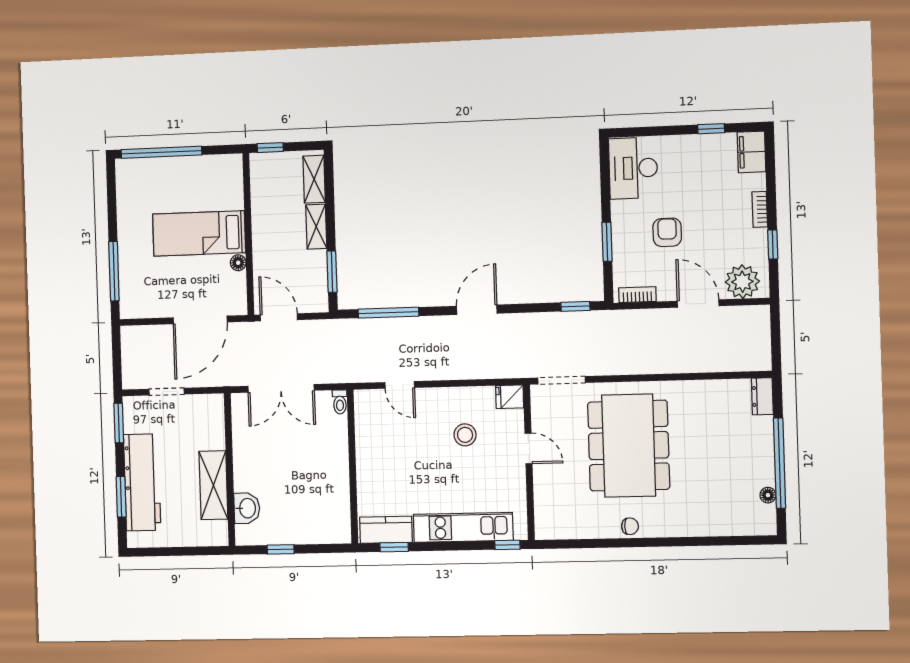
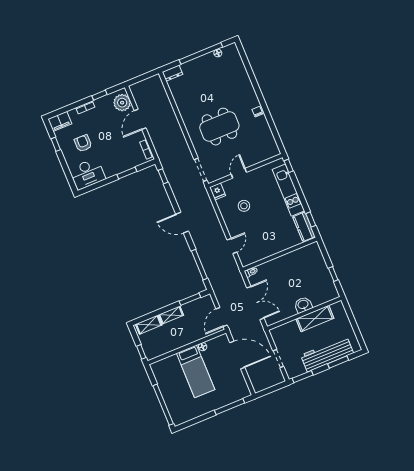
armchair: (667, 232) -> (83, 143), moved, turned 90
dining table: (629, 446) -> (219, 127), width x0.73, depth x0.80
washbasin: (247, 508) -> (303, 305), moved

